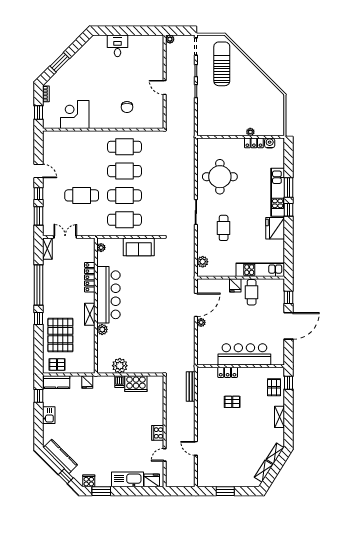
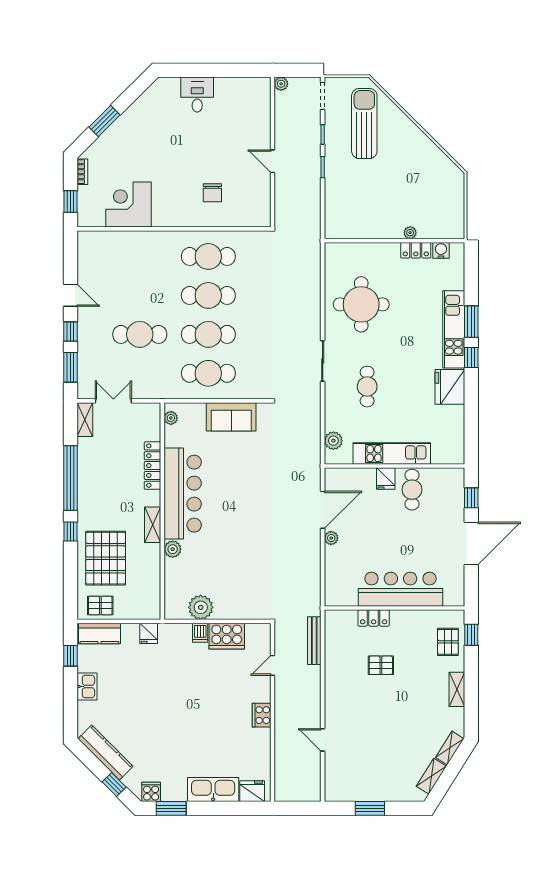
kitchen unit: (260, 270) -> (392, 453), moved
door: (165, 455) -> (273, 665), moved

